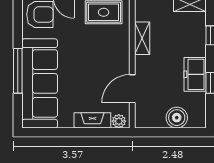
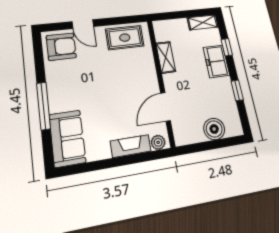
freezer: (195, 74) -> (216, 61), moved
sofa: (40, 83) -> (67, 138), width x0.54, depth x0.79

